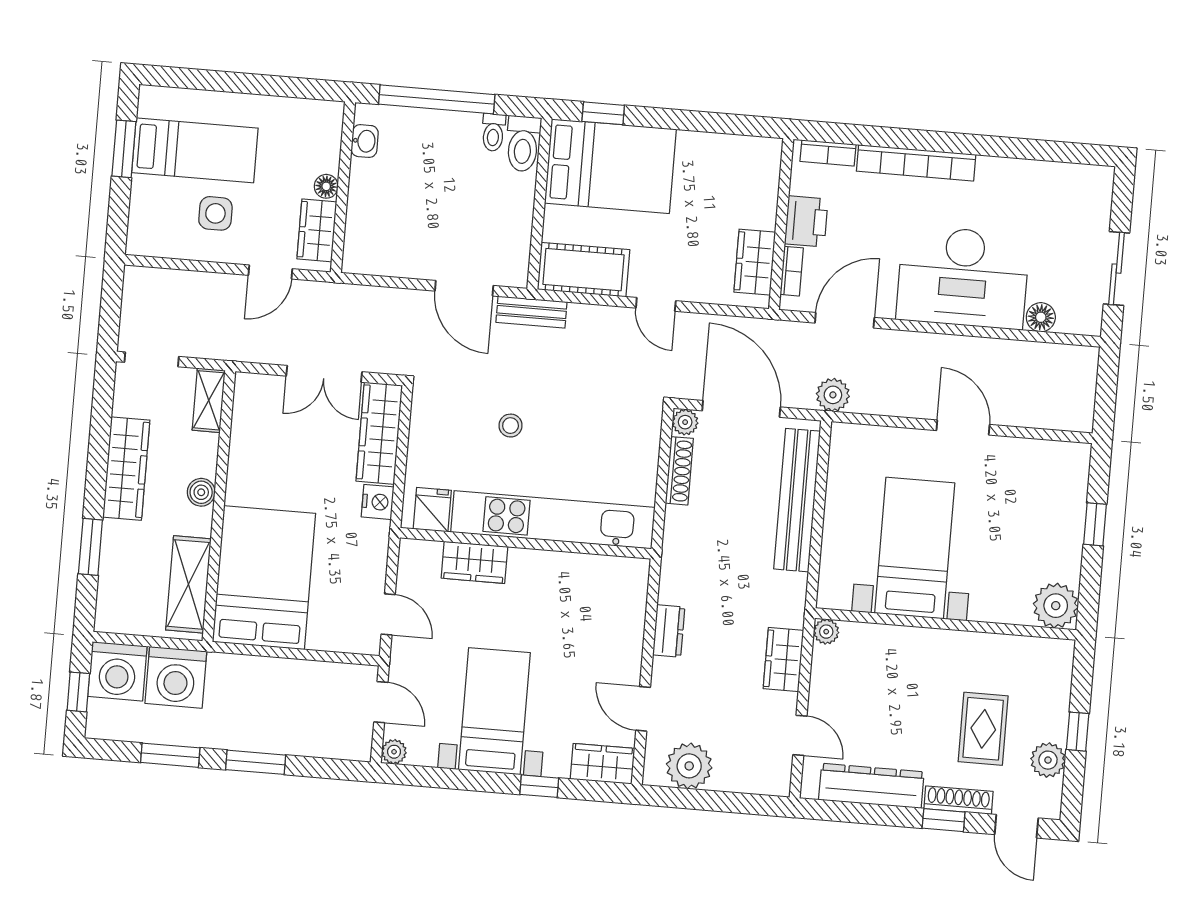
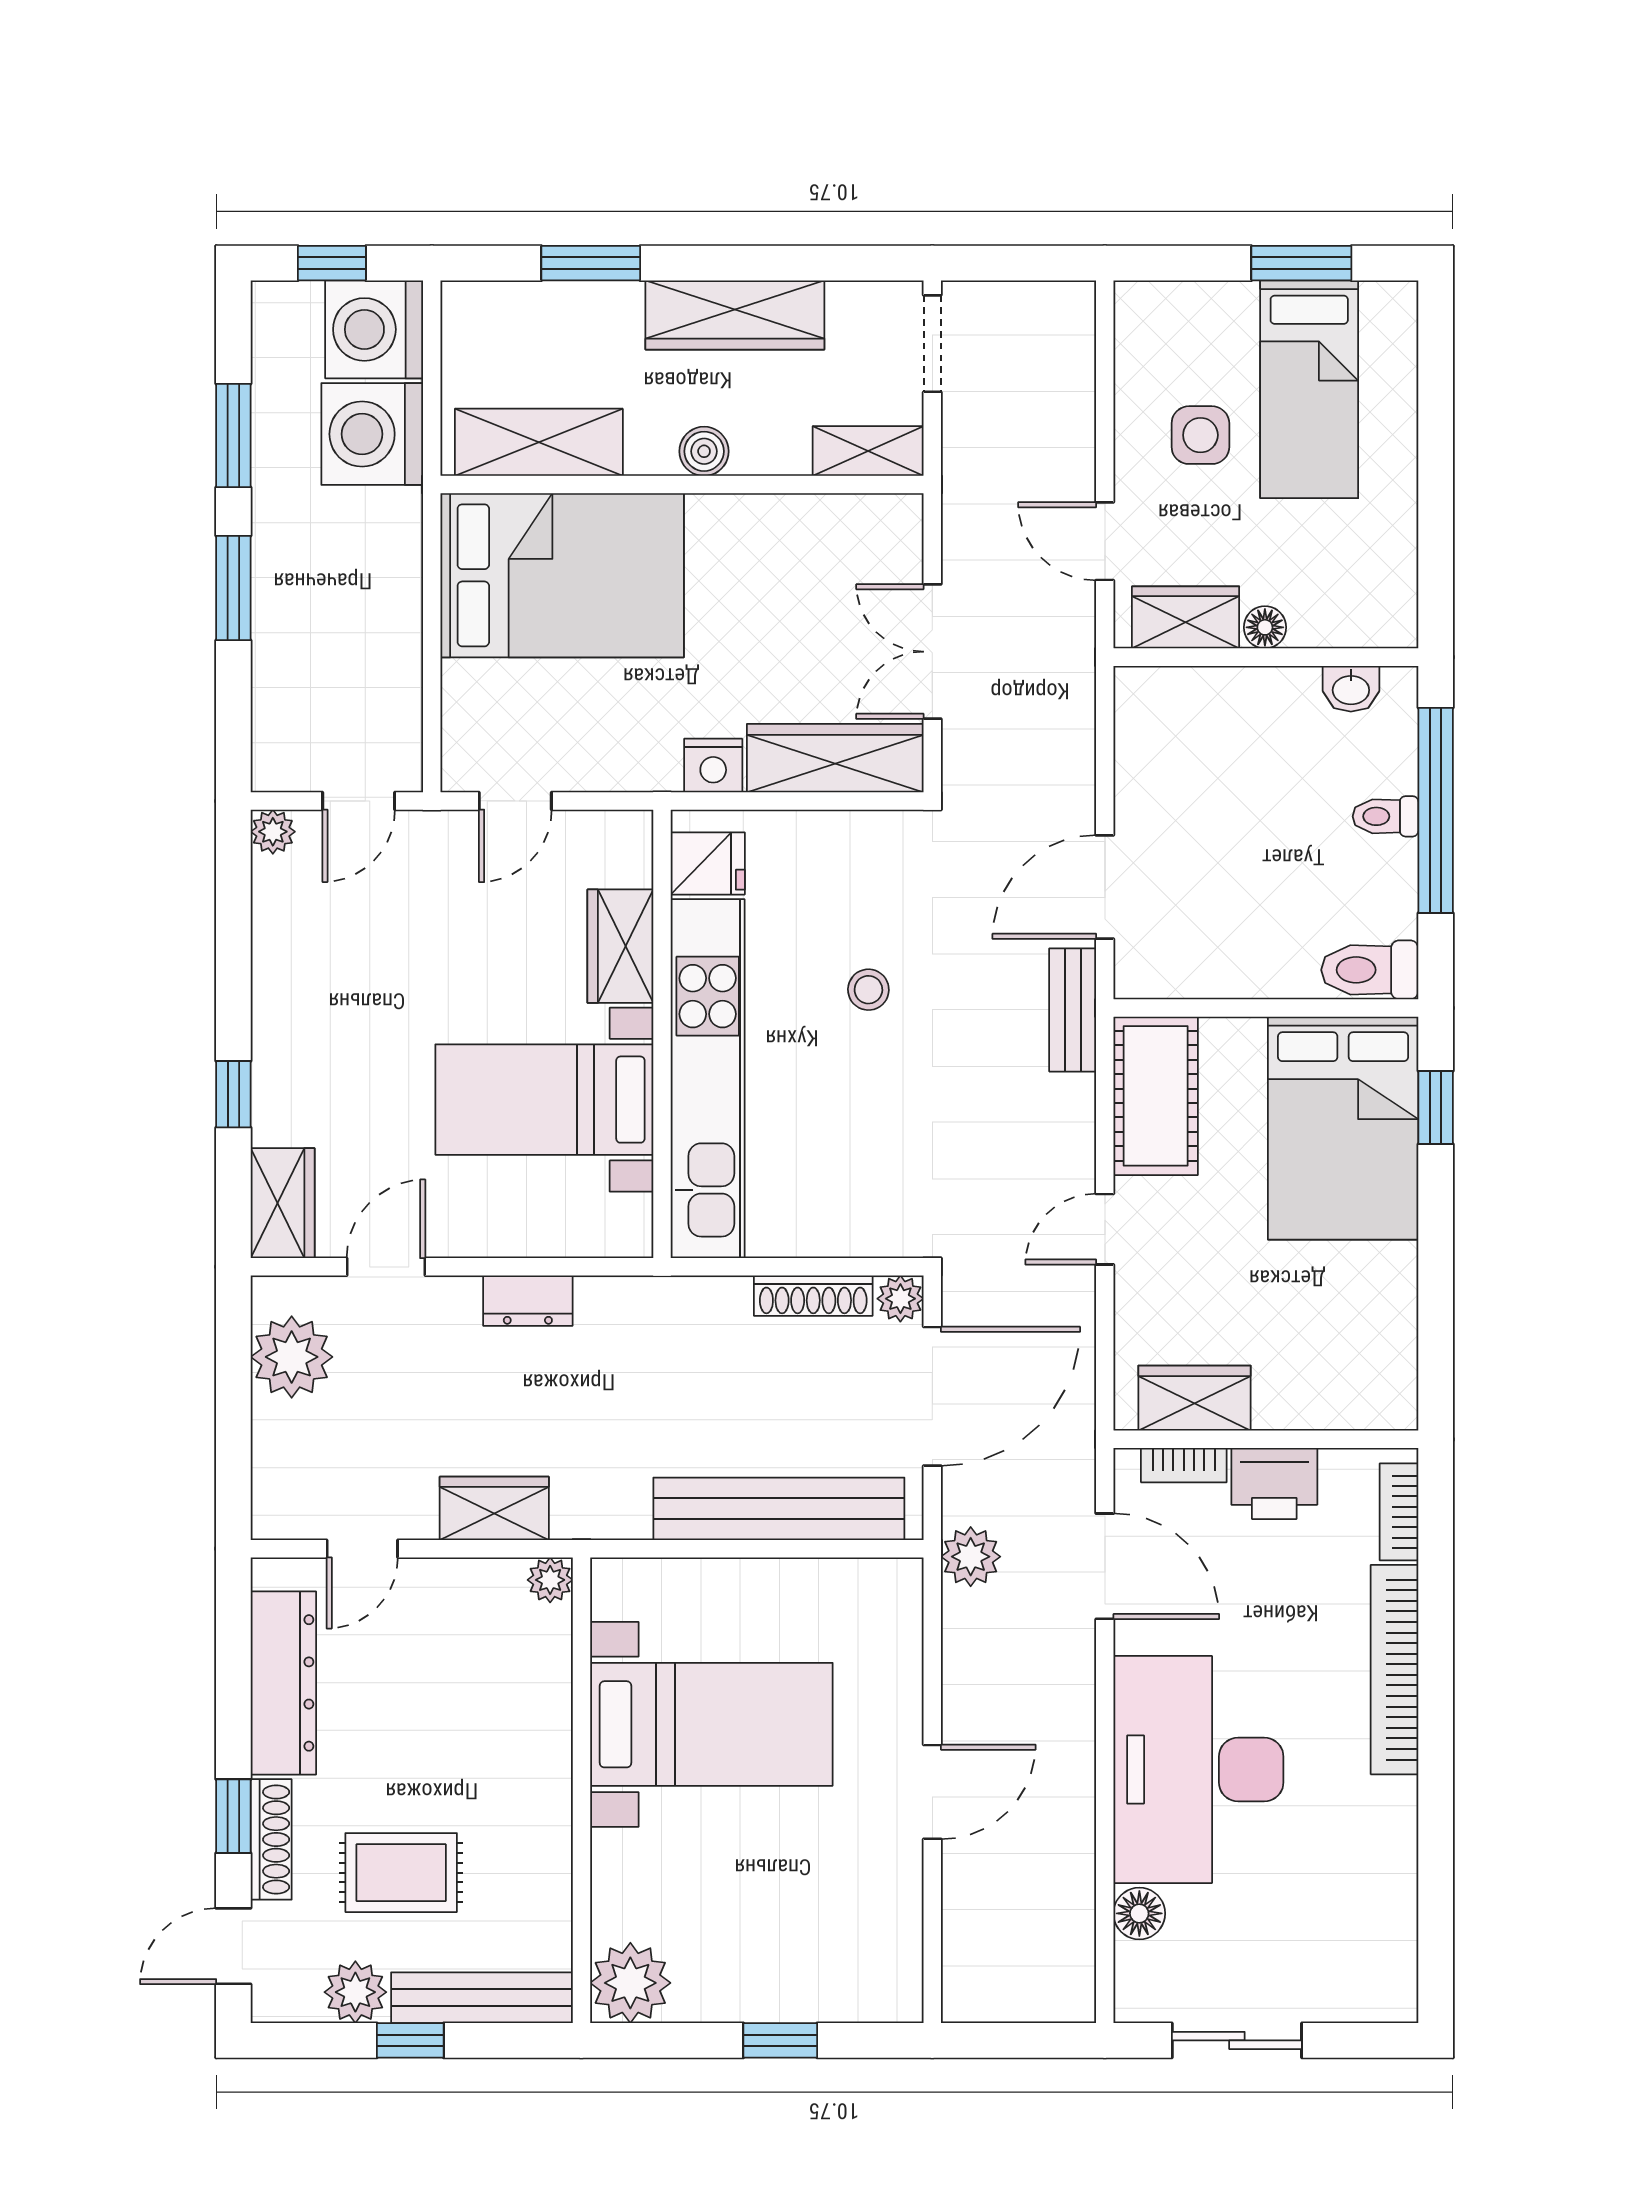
toilet: (493, 132) -> (1385, 816), moved
bench: (1057, 689) -> (482, 1998), added
bed with nightstands: (494, 711) -> (544, 1100), moved, turned 180

